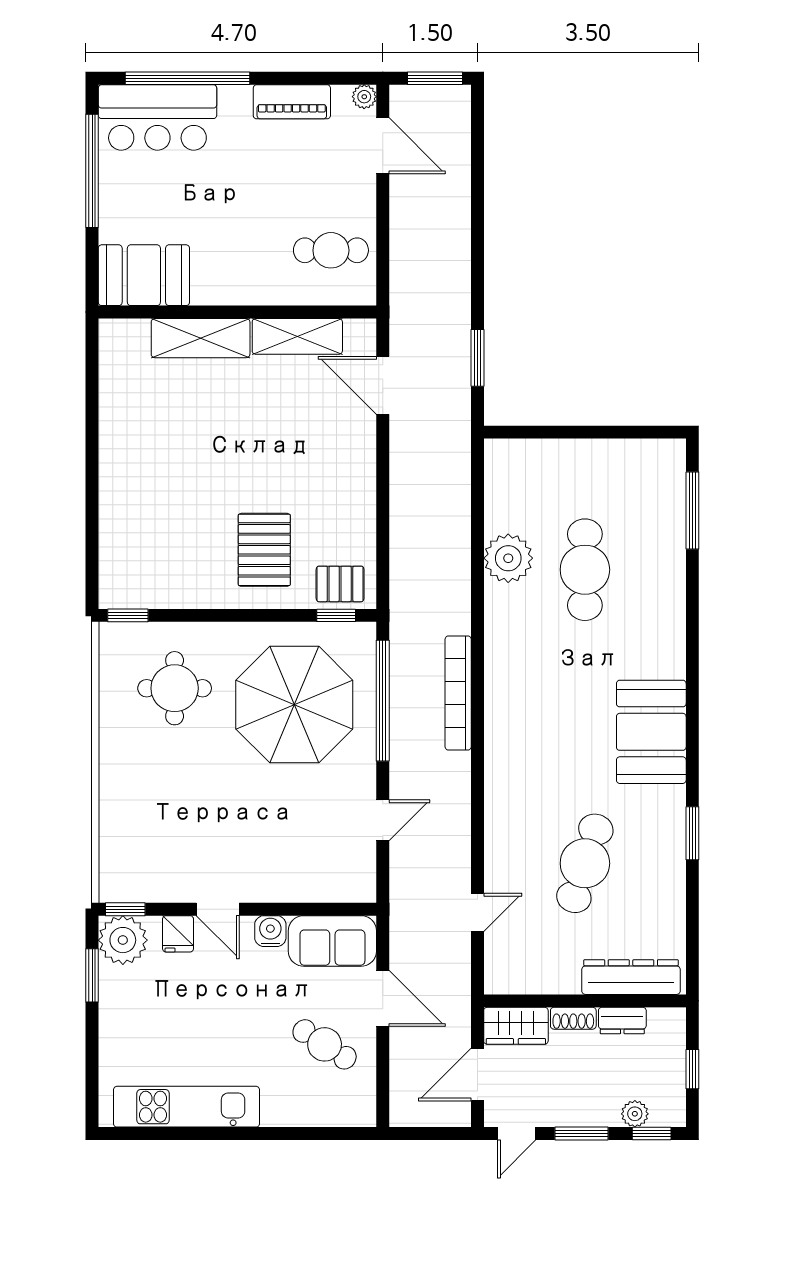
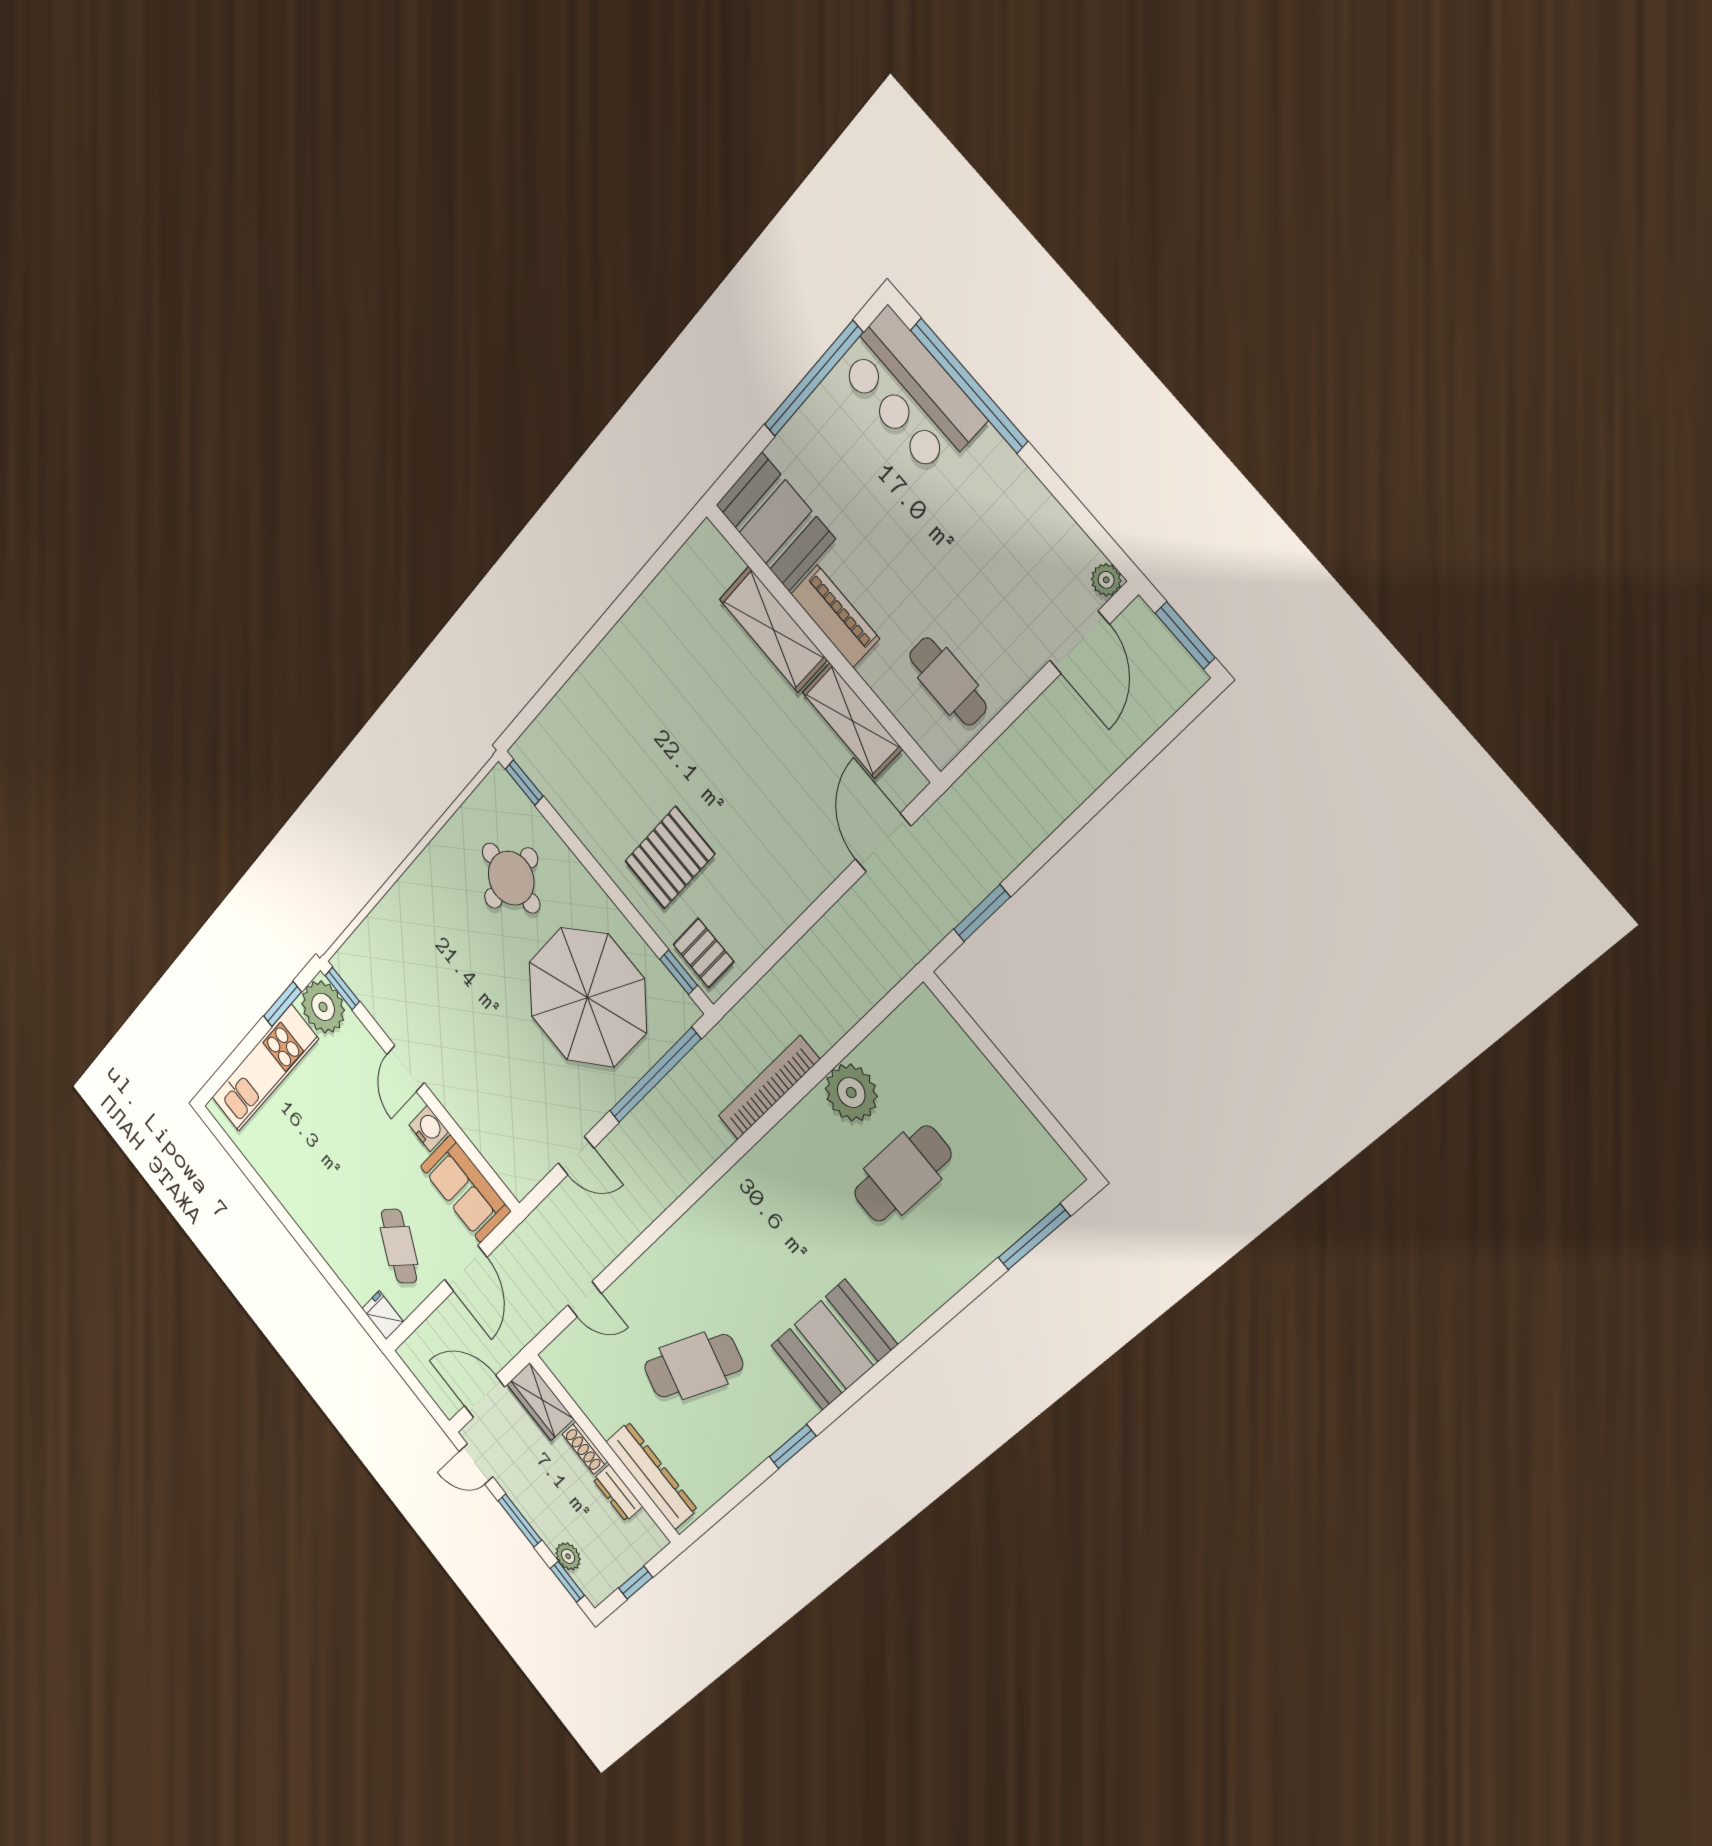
piano: (292, 102) -> (835, 616), moved, turned 180
bookcase: (458, 693) -> (769, 1088), moved
fridge: (178, 934) -> (383, 1315), moved, turned 90
kitchen unit: (186, 1107) -> (265, 1068), moved, turned 90

